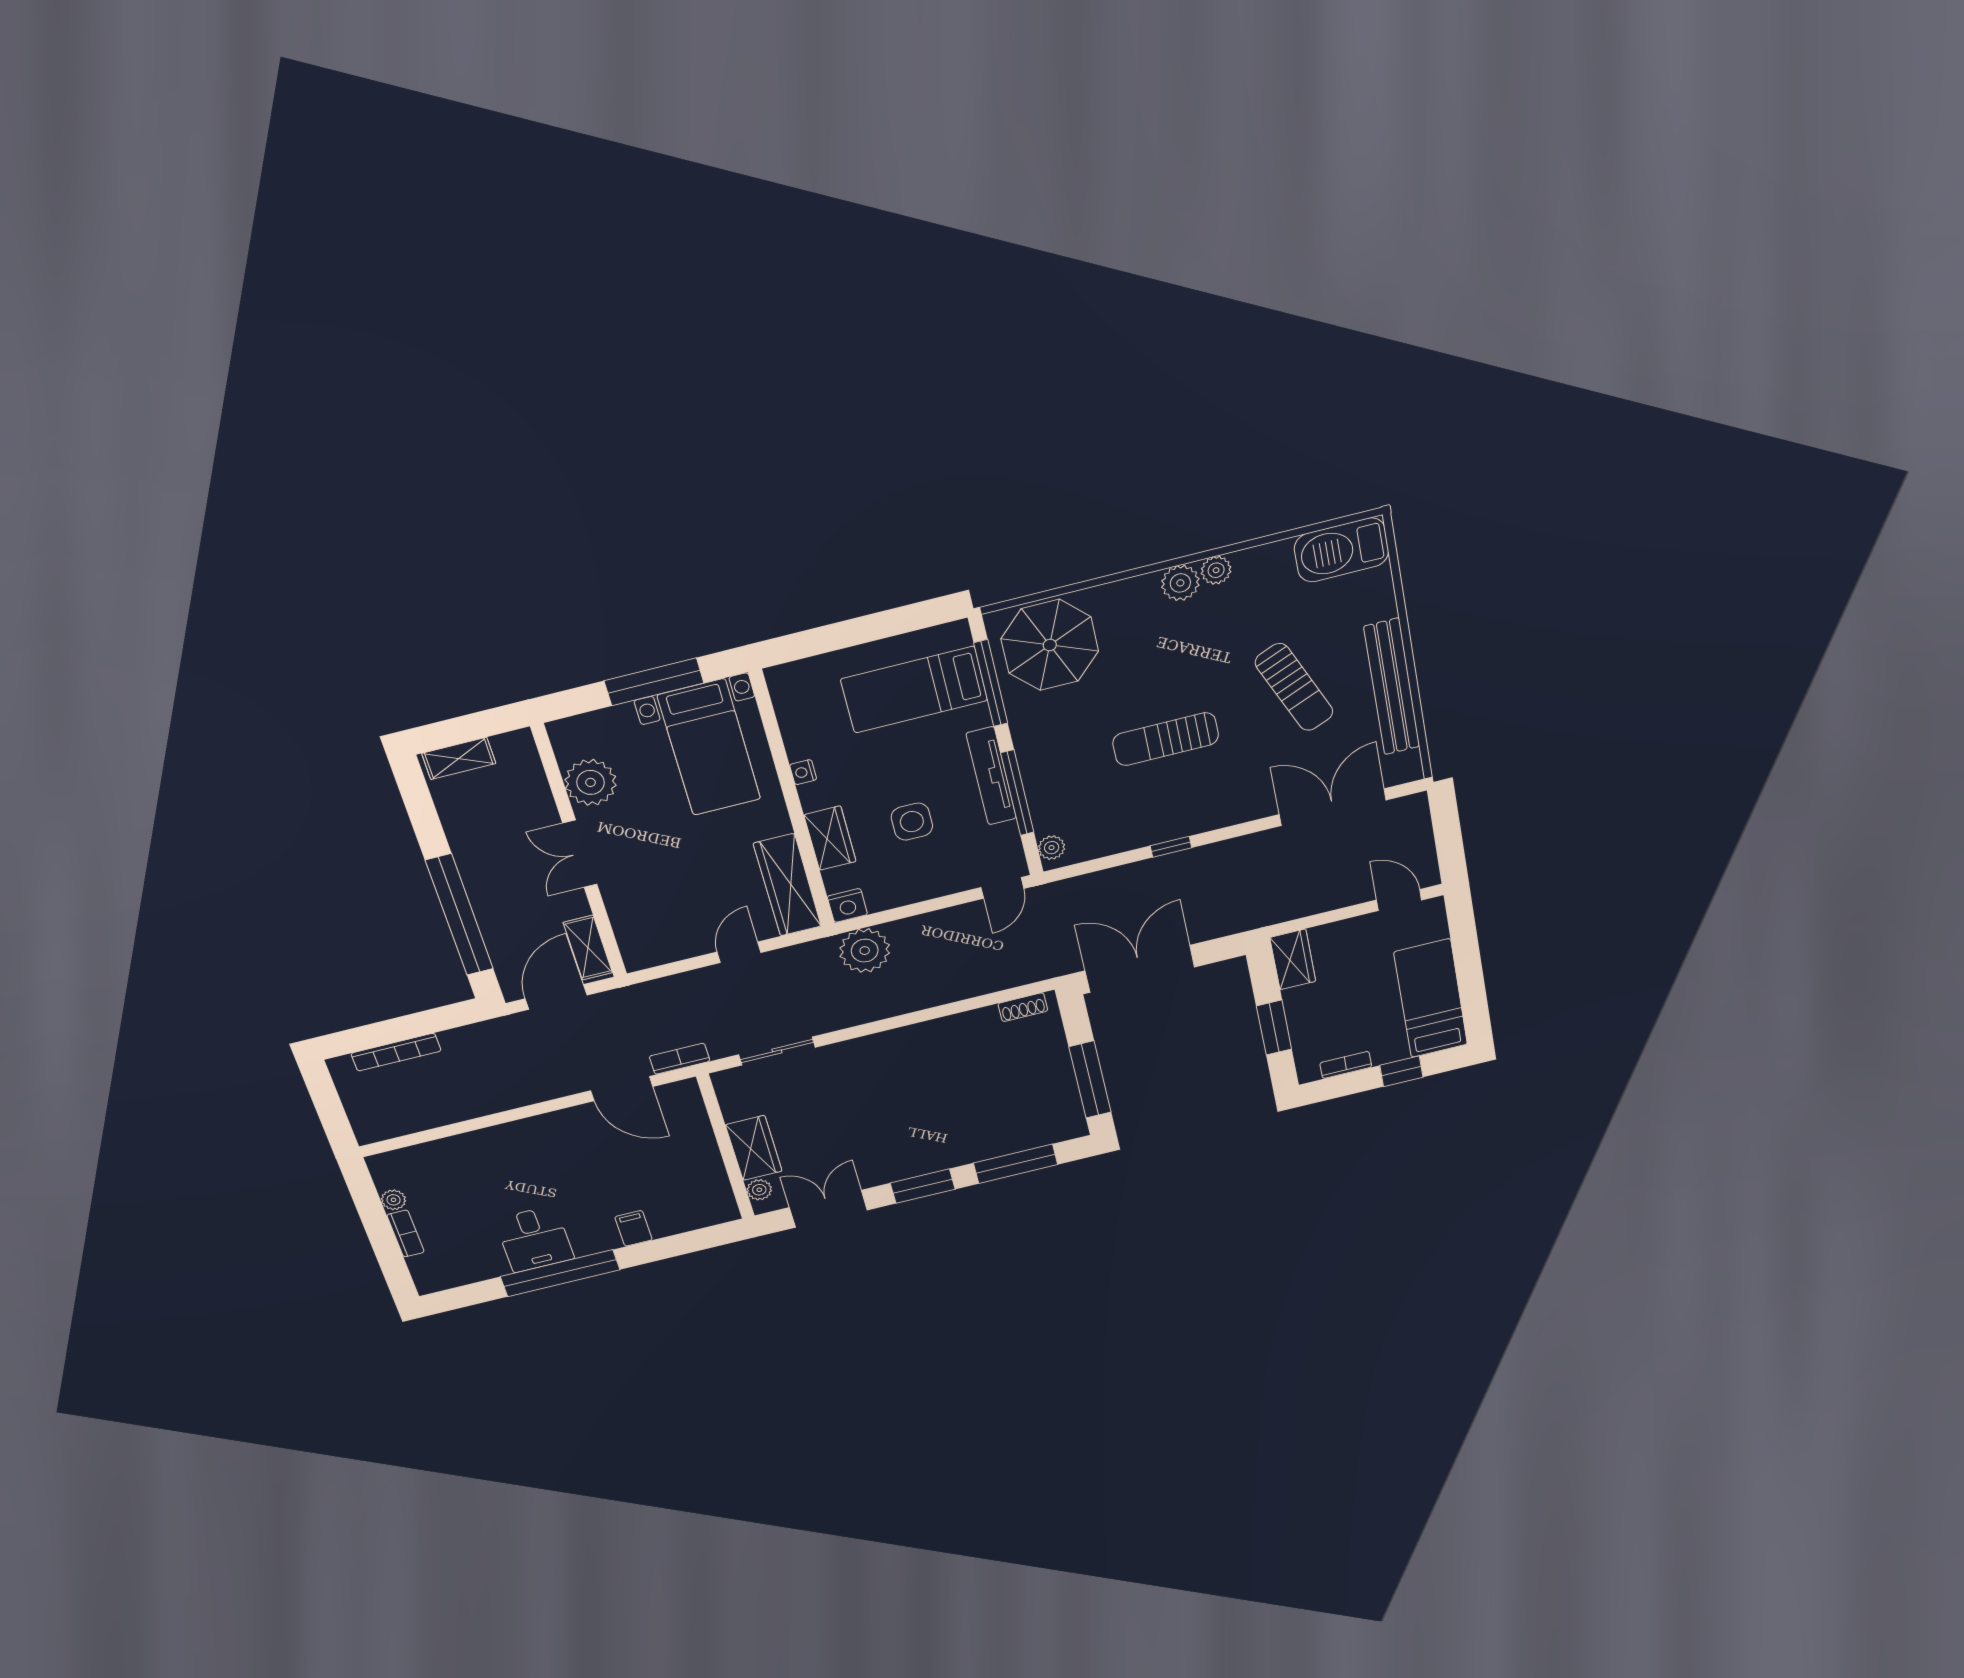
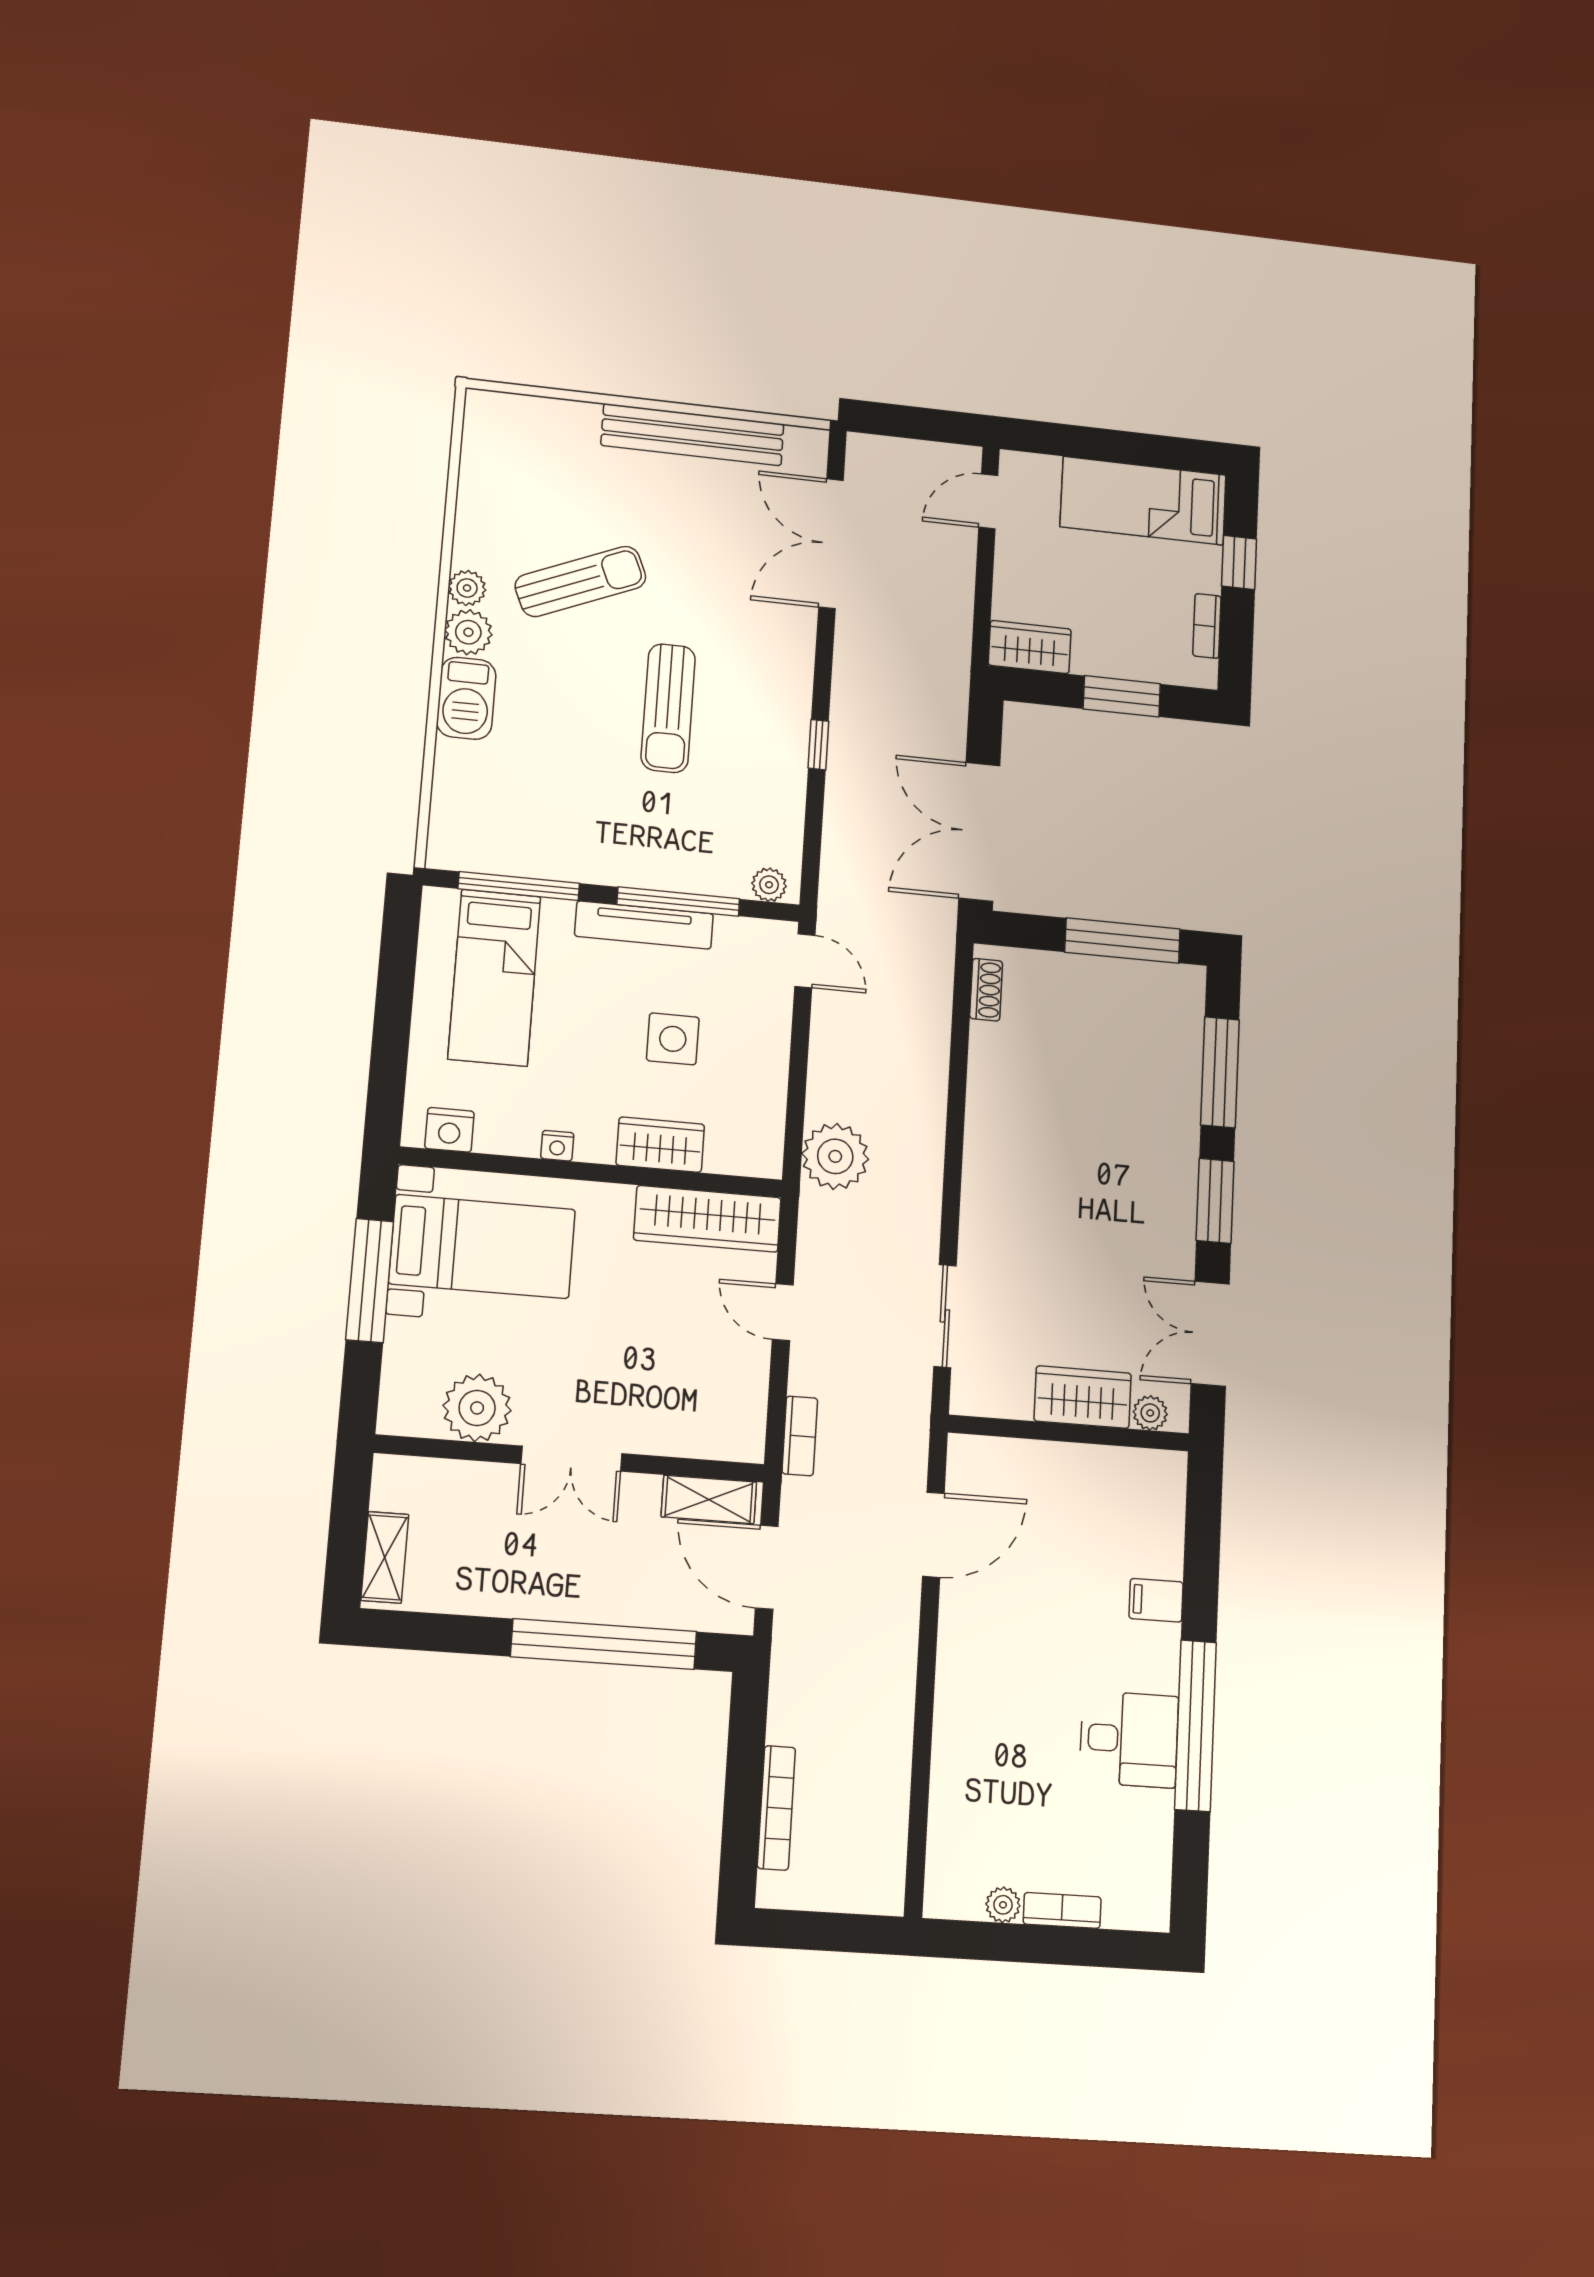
barbecue: (1342, 550) -> (466, 698), moved, width x0.73, depth x0.83
parasol: (1050, 645) -> (494, 803), removed
sun lounger: (1294, 687) -> (581, 581), moved
nightstand: (847, 905) -> (449, 1130), moved, turned 90
bookcase: (680, 1059) -> (800, 1436), moved, turned 180

